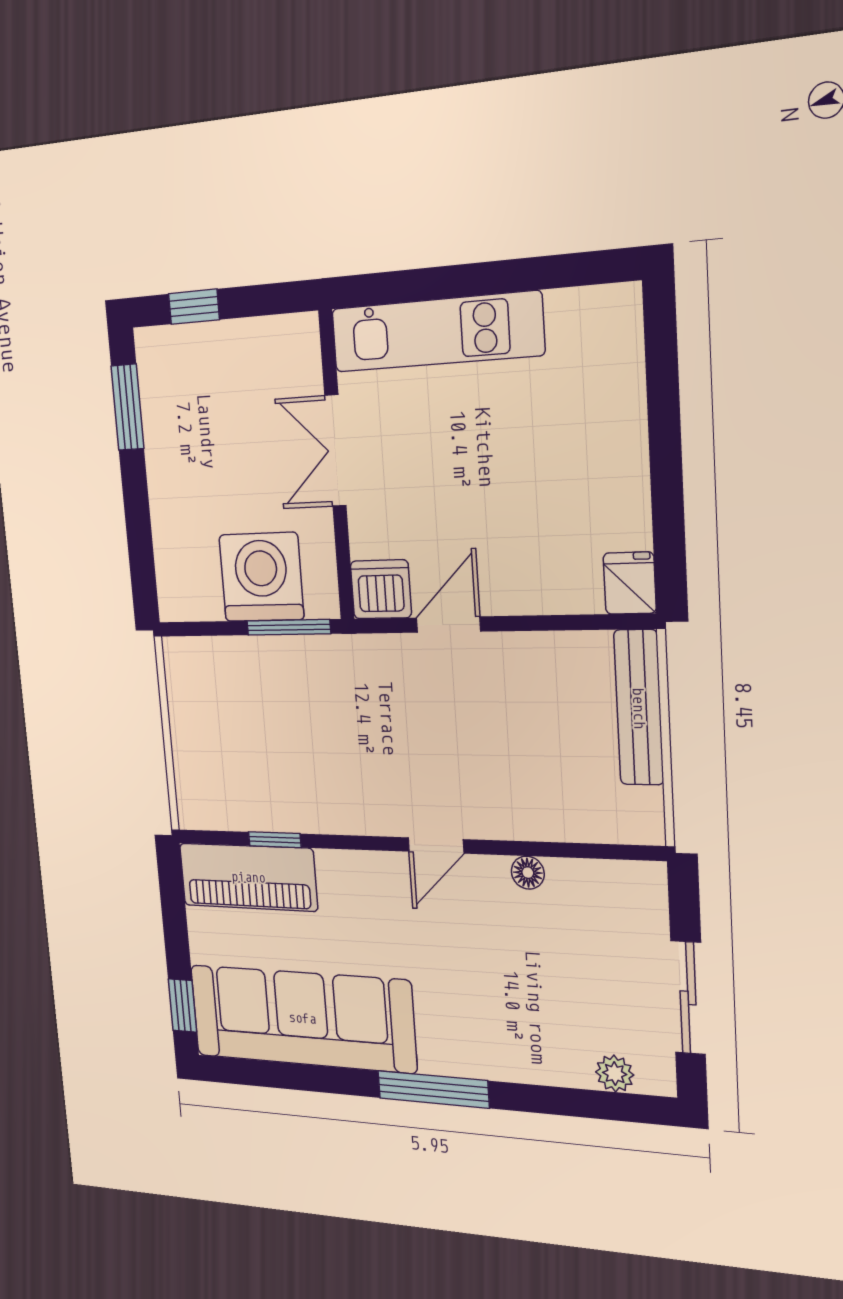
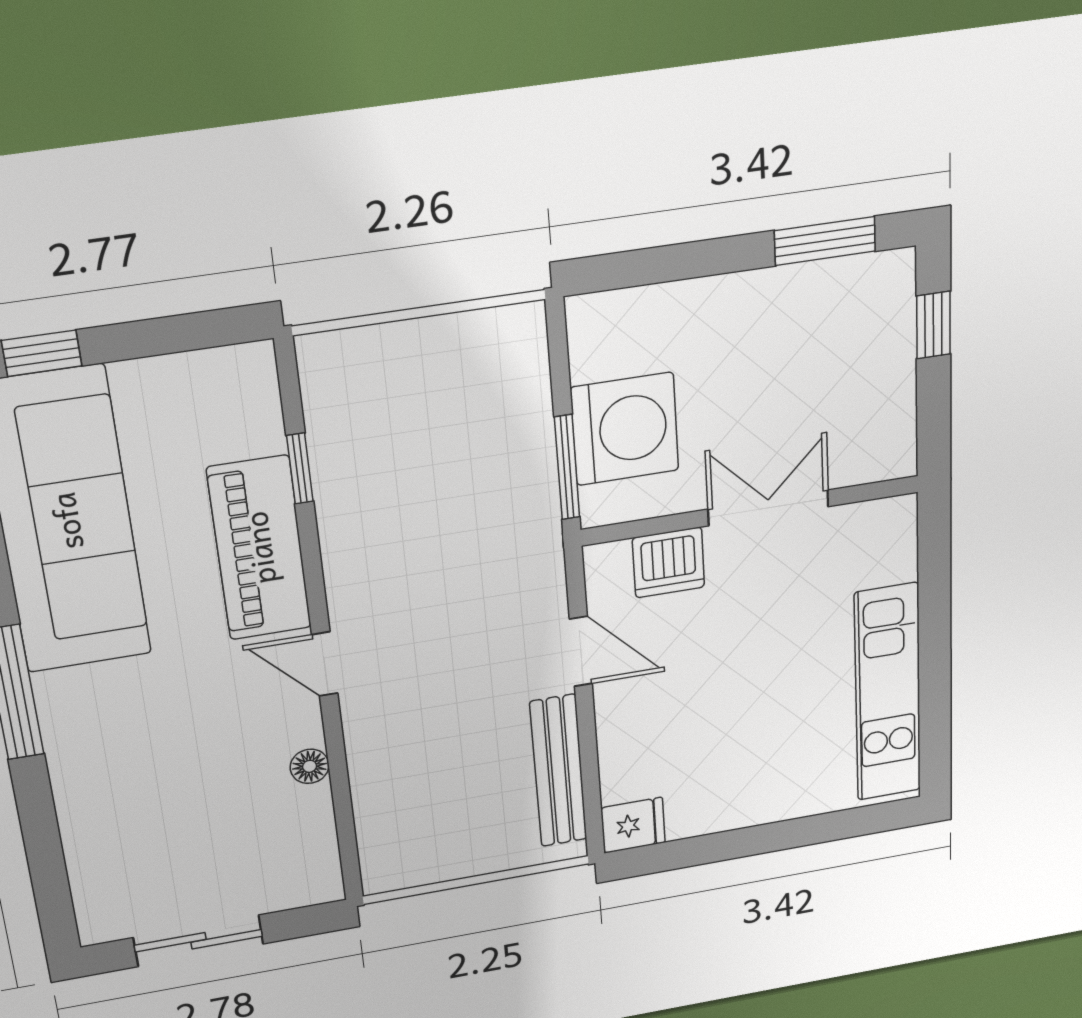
kitchen unit: (436, 332) -> (888, 693), moved
dishwasher: (381, 589) -> (669, 563), moved, turned 90
bench: (639, 708) -> (559, 771), moved, turned 90
piano: (248, 877) -> (259, 548), moved
plant: (615, 1074) -> (91, 884), removed

